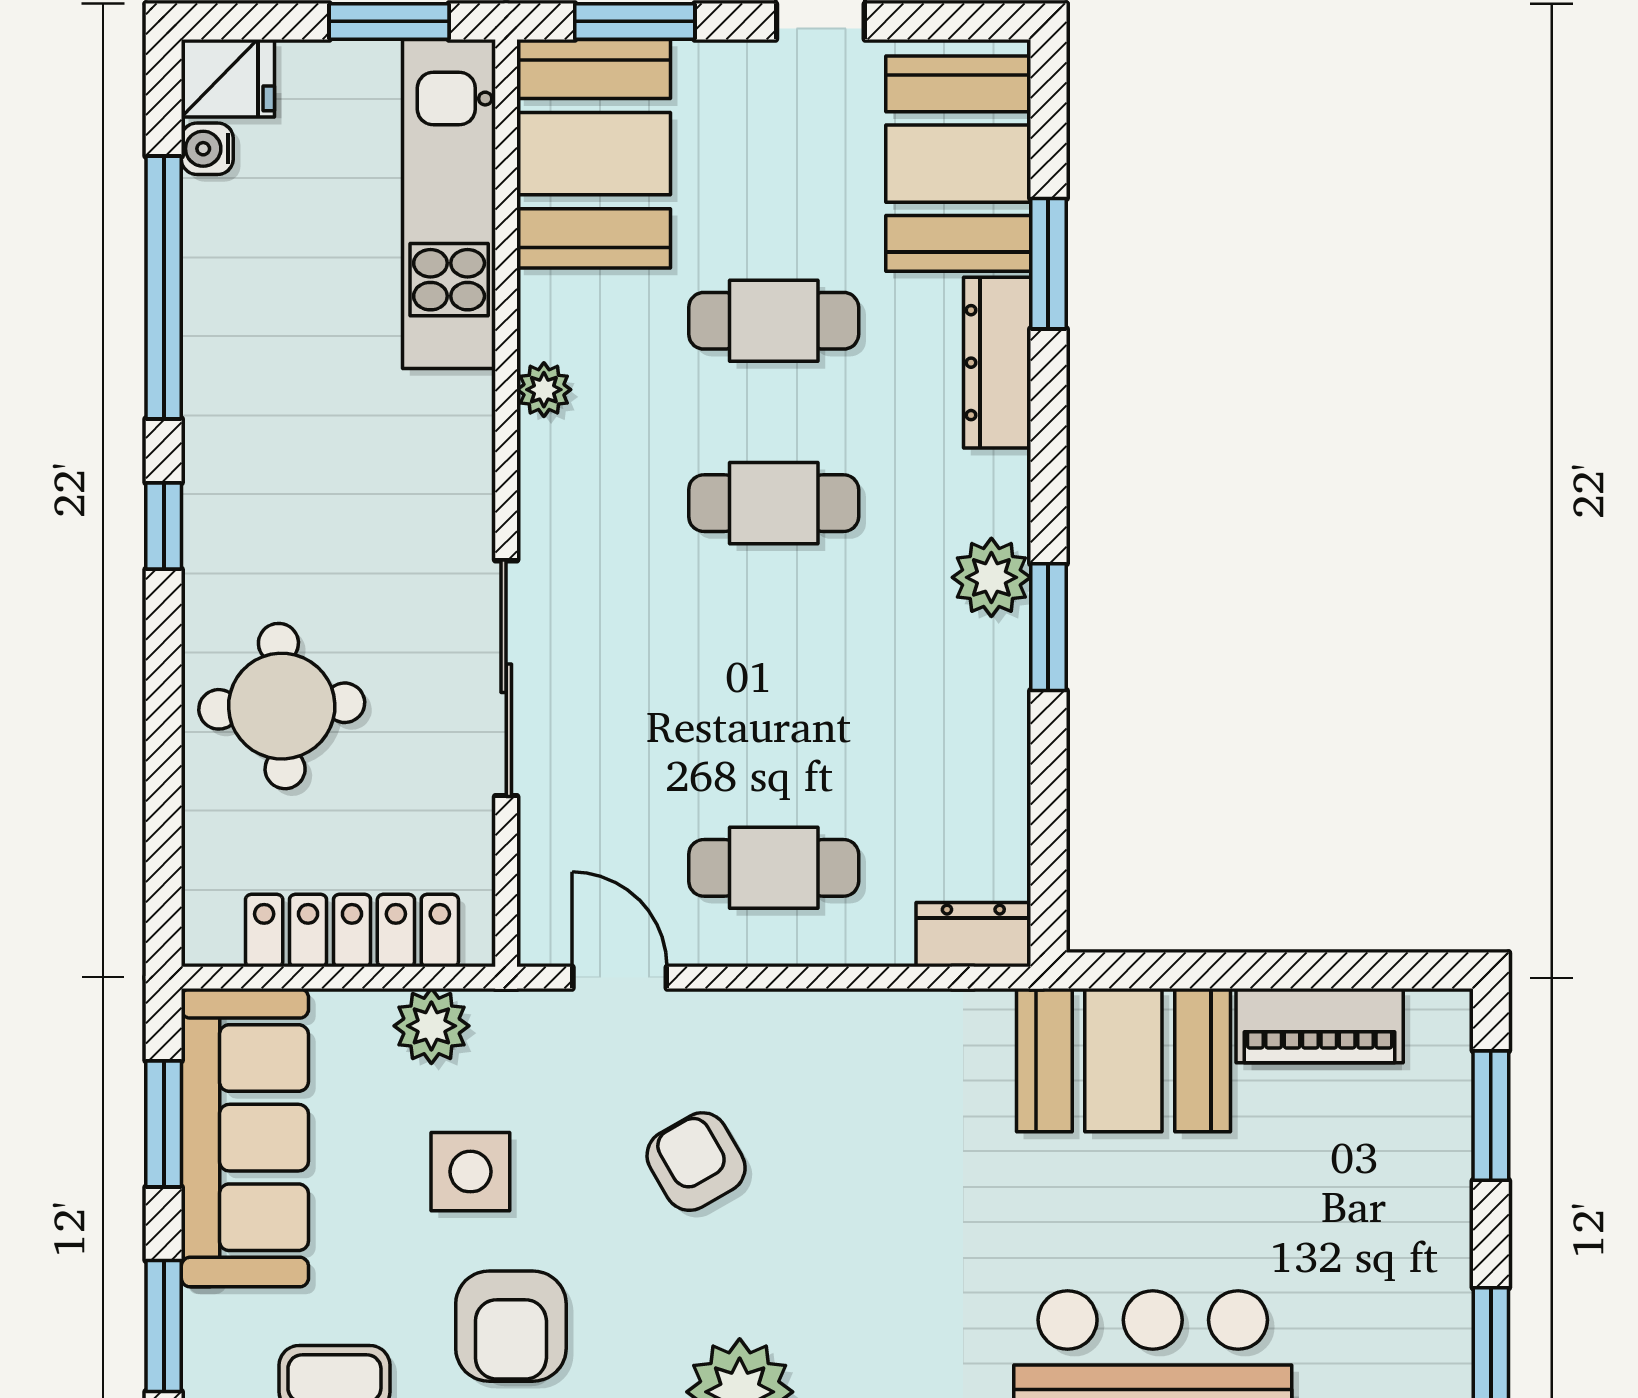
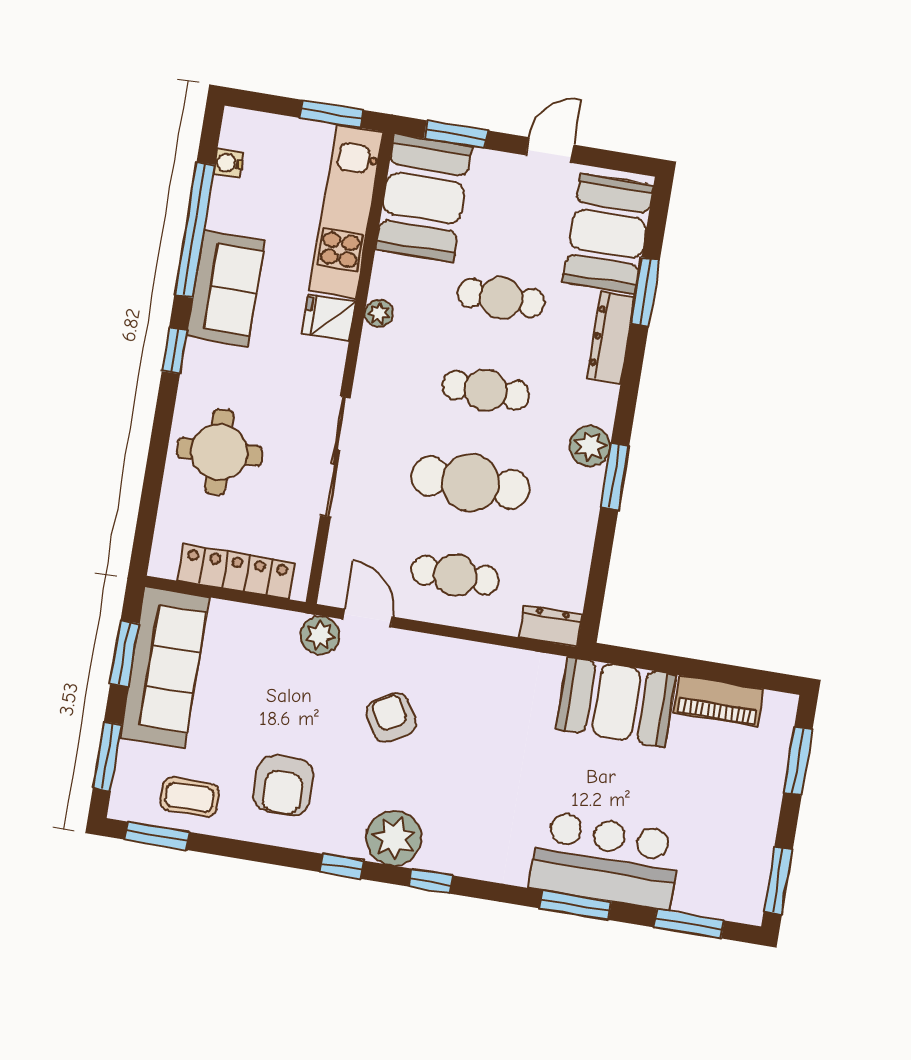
fridge: (228, 78) -> (329, 317), moved, turned 180
sofa: (242, 390) -> (226, 288), added
cafe table: (774, 685) -> (470, 483), added
plant: (431, 1026) -> (320, 635), moved
side table: (470, 1172) -> (276, 704), removed

